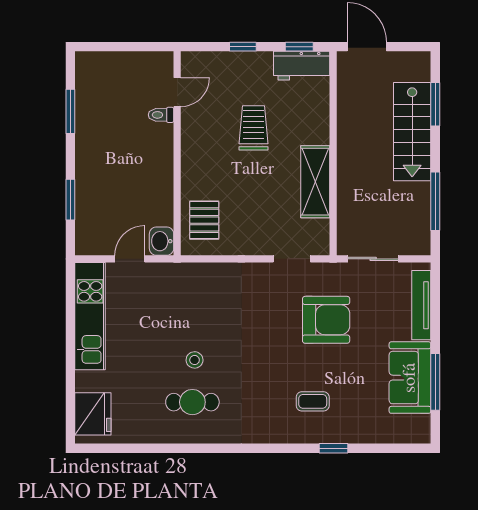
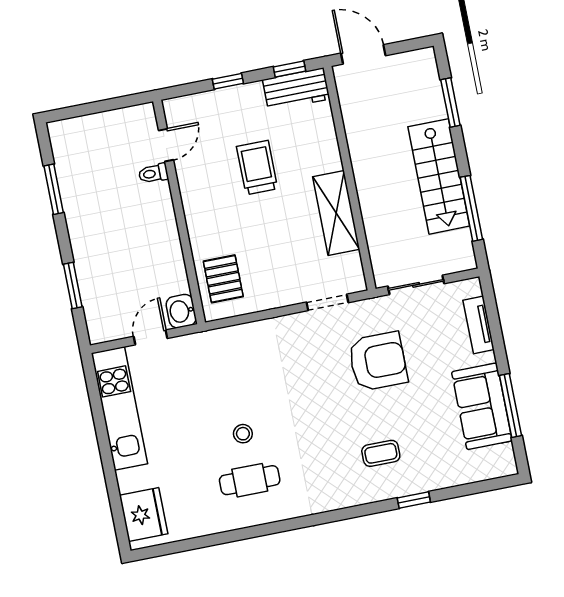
stairs: (412, 132) -> (439, 176), moved
tv unit: (421, 305) -> (479, 325), width x0.71

